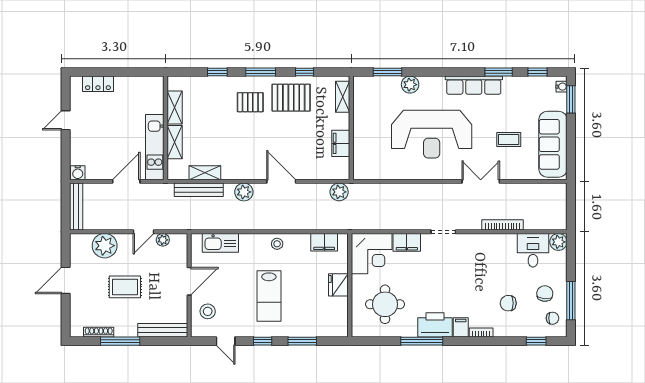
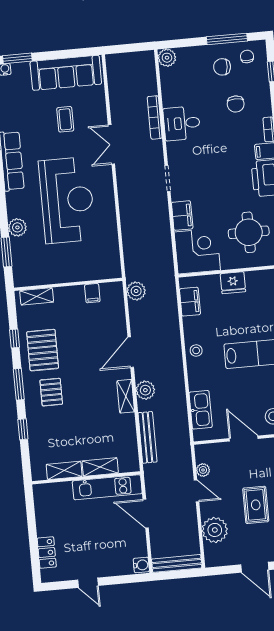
filing cabinet: (341, 143) -> (92, 293), width x0.50
shelving: (205, 173) -> (126, 396), moved
desk: (533, 250) -> (182, 123), moved

